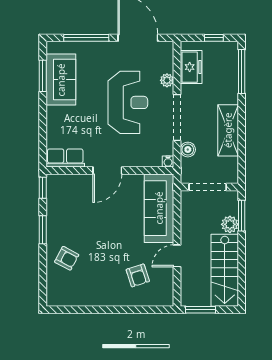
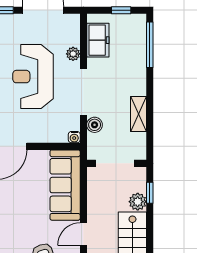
reception desk: (128, 102) -> (33, 77), turned 180
shelving: (228, 130) -> (139, 114), width x0.67, depth x0.75
window: (242, 216) -> (150, 193), width x0.67

